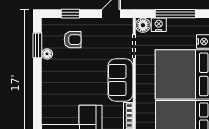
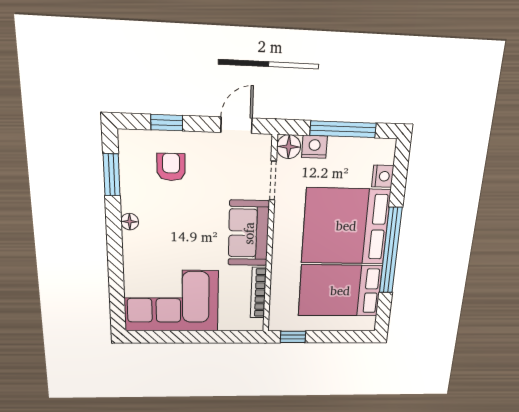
armchair: (73, 40) -> (171, 167), turned -90
floor lamp: (47, 54) -> (130, 222), moved

